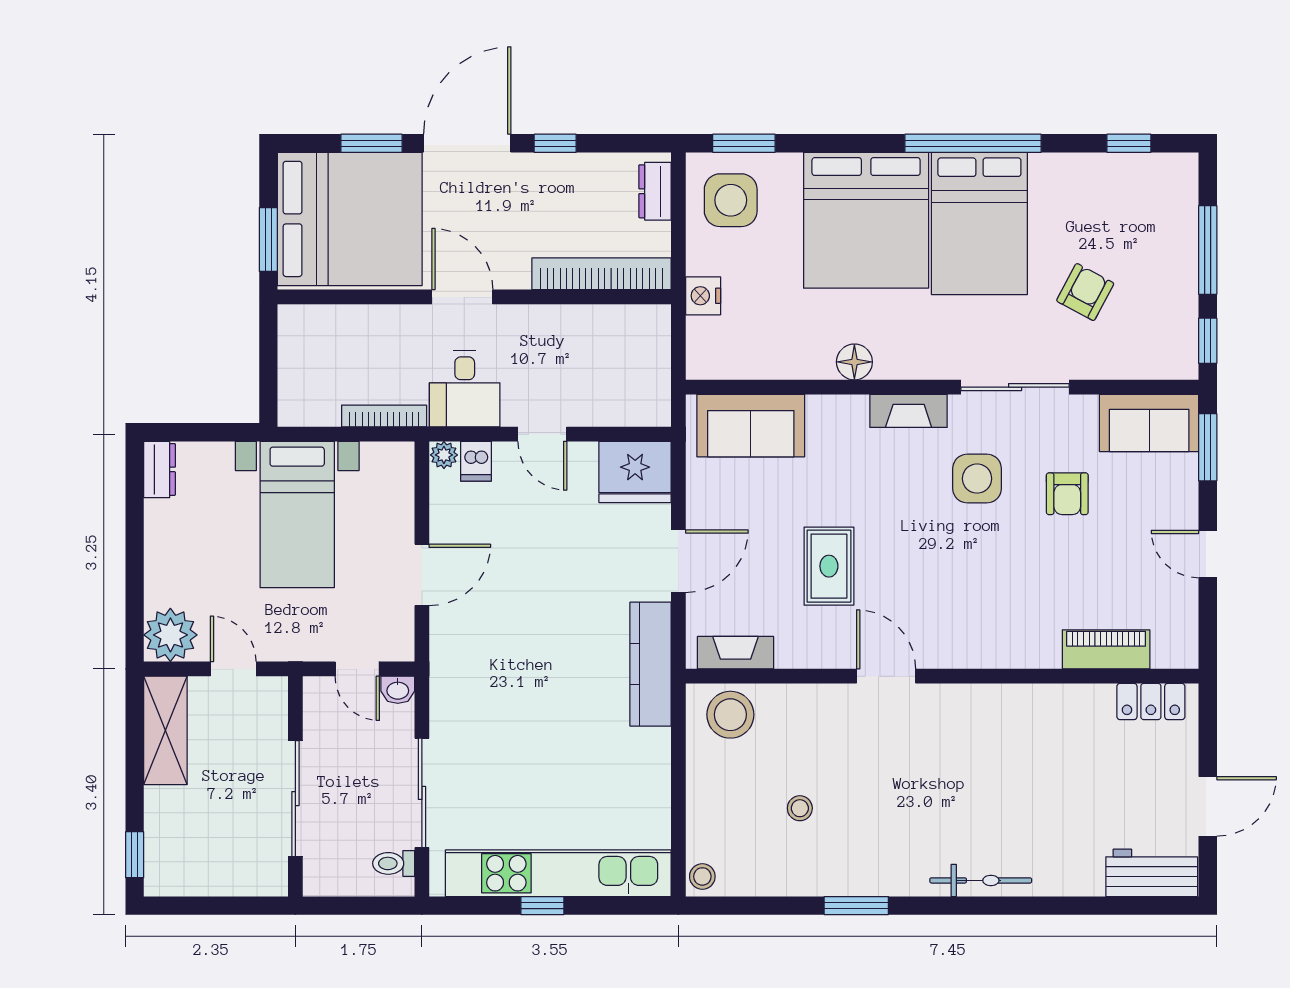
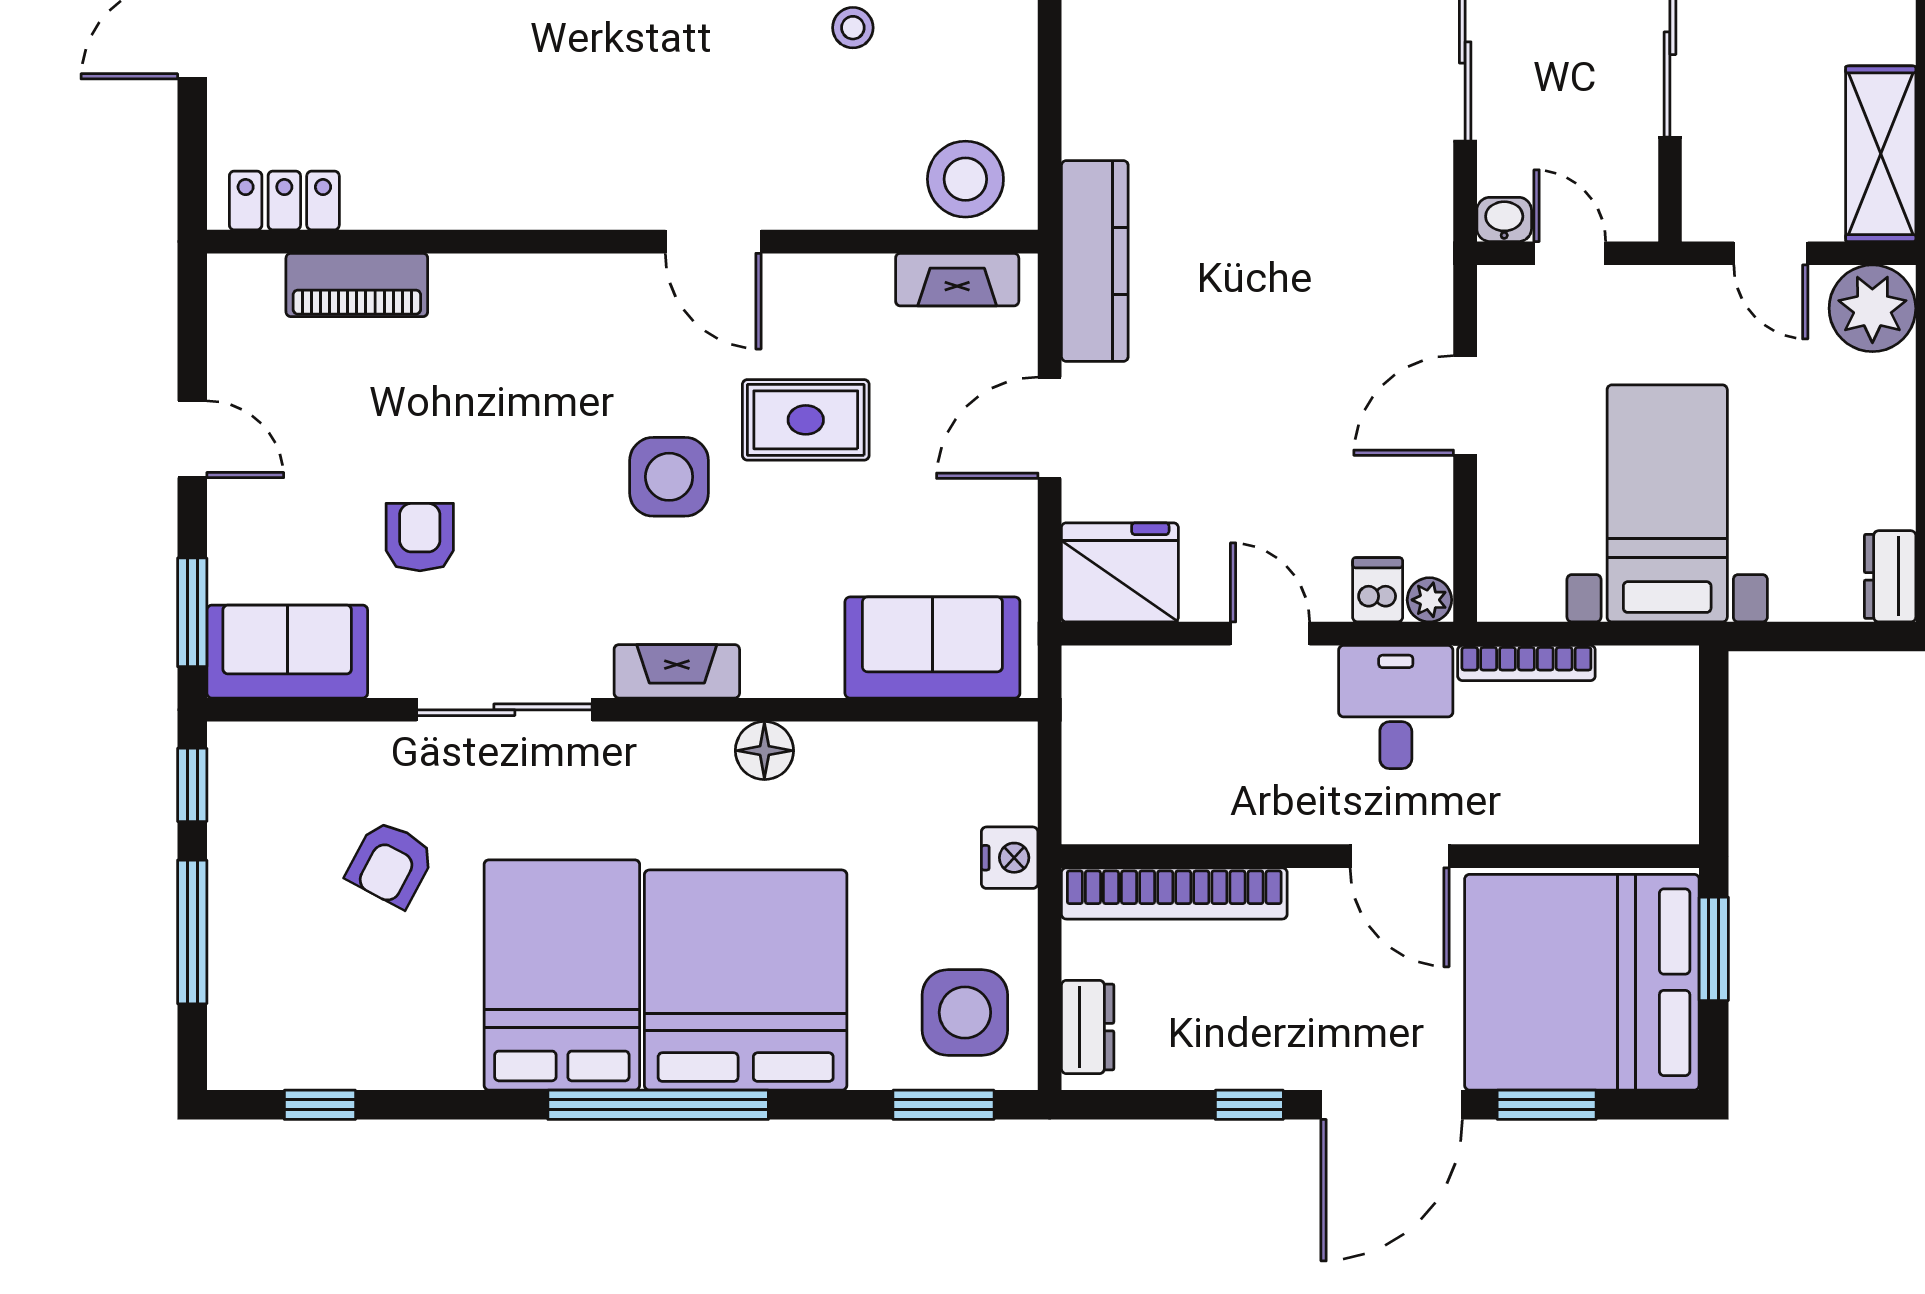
window: (973, 143) -> (658, 1105), moved
side table: (977, 479) -> (669, 477), moved
rug: (829, 566) -> (806, 420), turned 90

